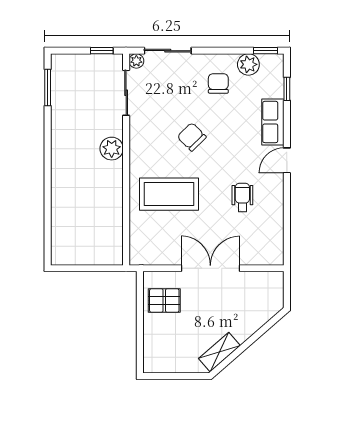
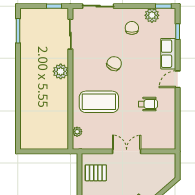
plant: (136, 61) -> (77, 132), moved
chair: (192, 137) -> (114, 64), turned 70
wheelchair: (242, 197) -> (148, 104), turned 90
double door: (210, 268) -> (127, 151), width x0.73

